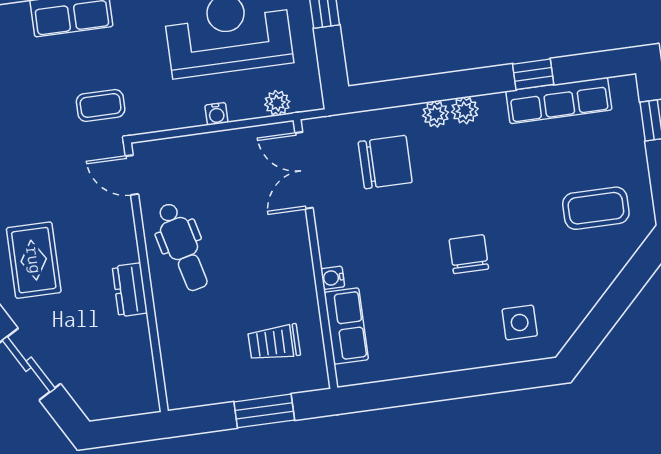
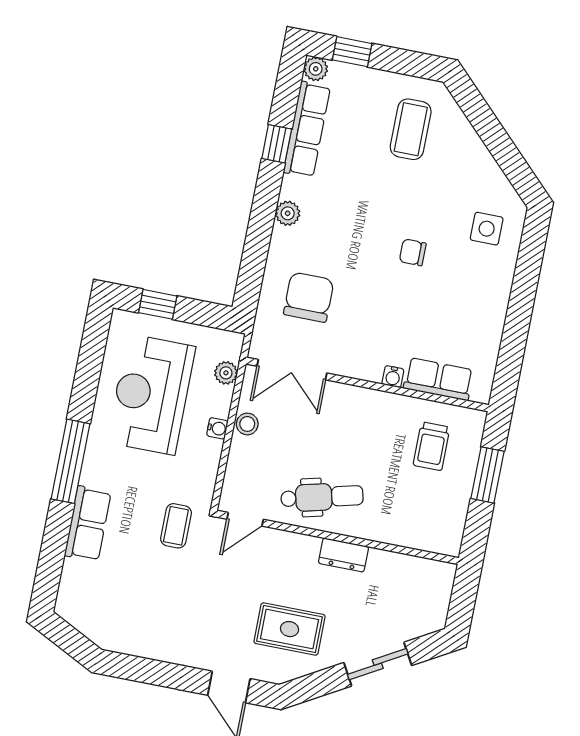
plant: (436, 114) -> (316, 69), moved
stool: (232, 143) -> (247, 424), added
chair: (469, 254) -> (413, 252), width x0.73, depth x0.73

